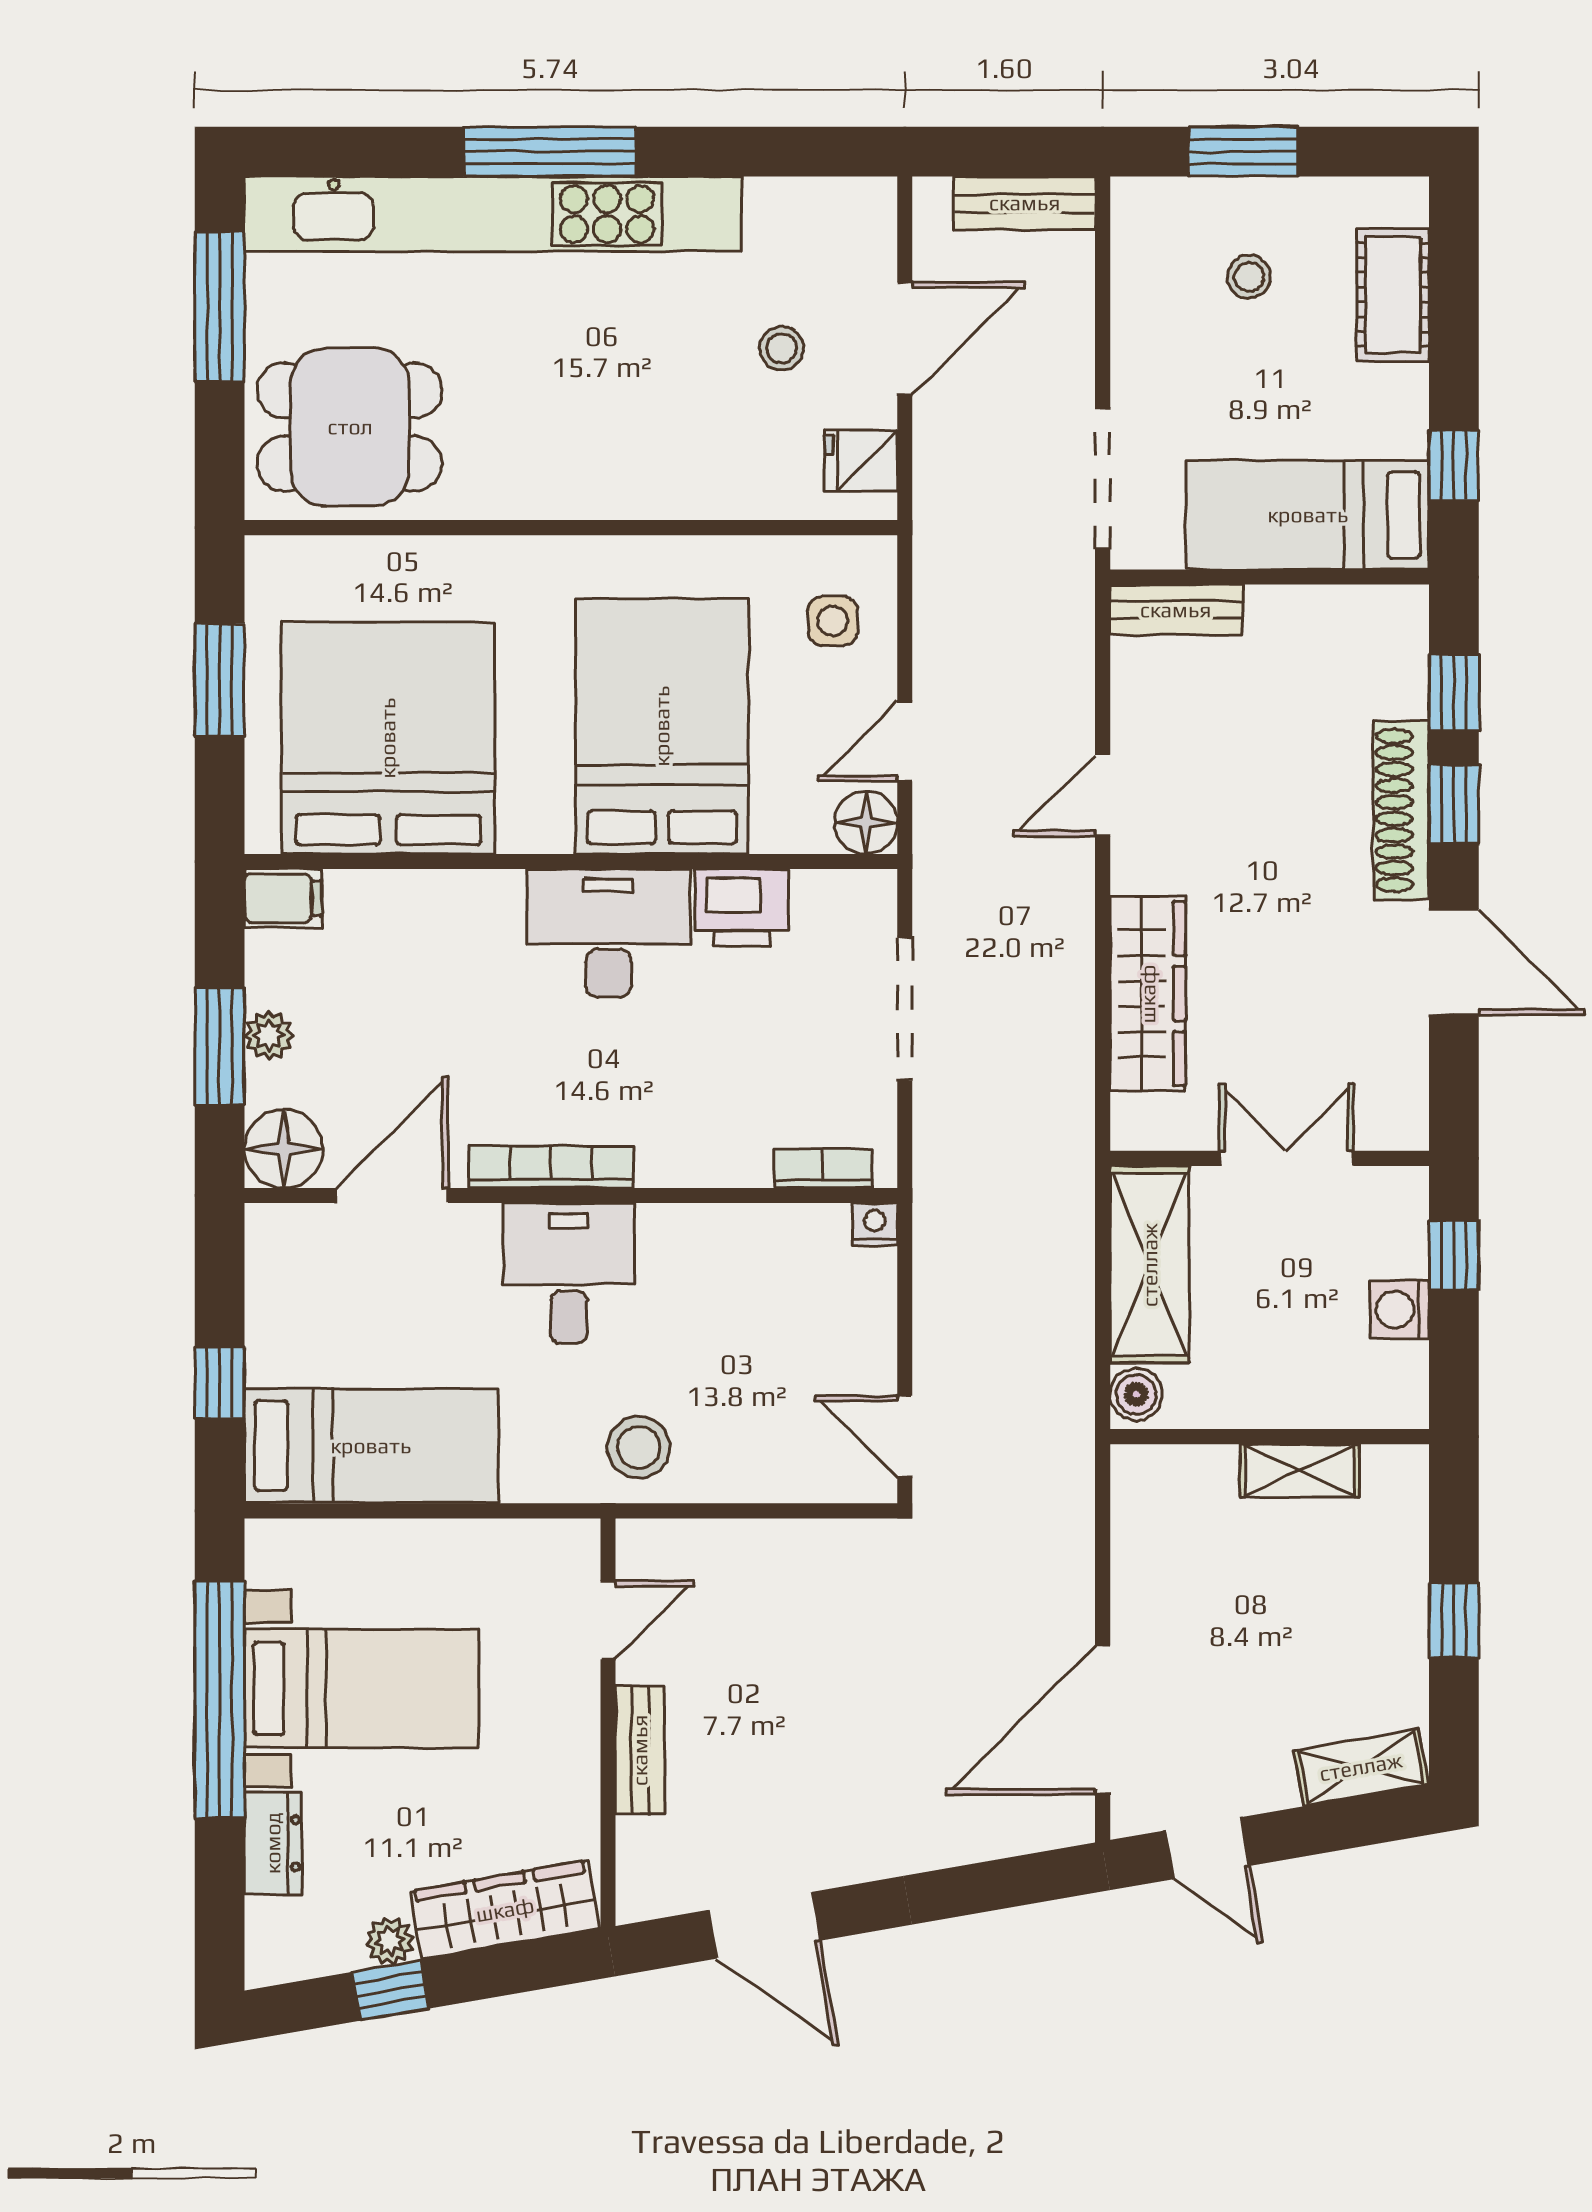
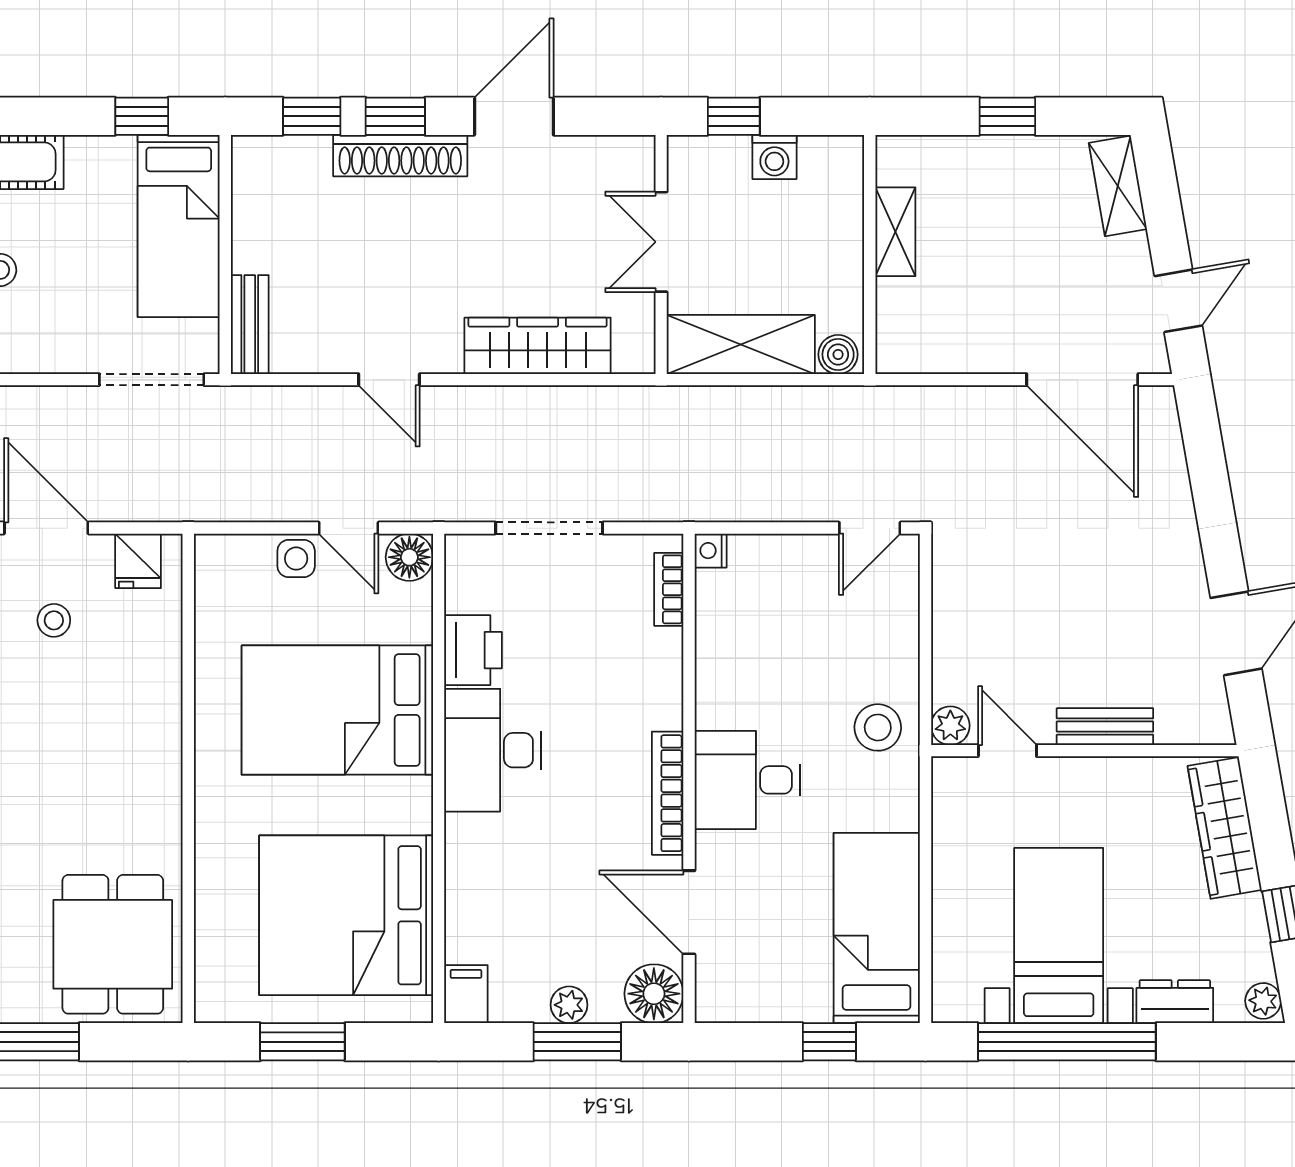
side table: (833, 621) -> (296, 559), moved
plant: (641, 1544) -> (950, 726), added
plant: (390, 1941) -> (1263, 1001), moved

